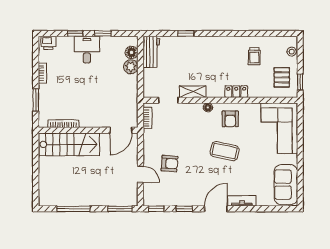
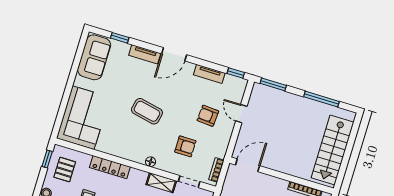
locker: (236, 92) -> (110, 167), width x1.53
armchair: (230, 119) -> (185, 146), moved, turned 90
stairs: (69, 144) -> (333, 150), moved, turned -90
tv unit: (179, 201) -> (209, 74), added
window: (184, 209) -> (120, 38), moved

